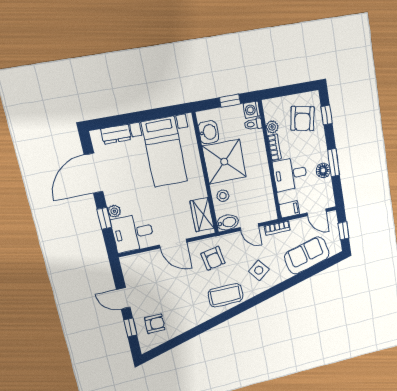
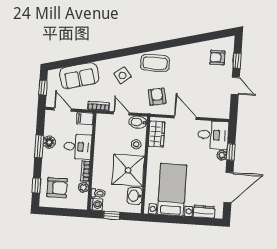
armchair: (303, 118) -> (57, 188), turned 79

